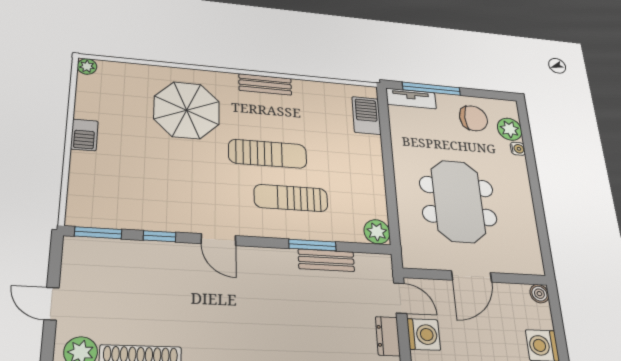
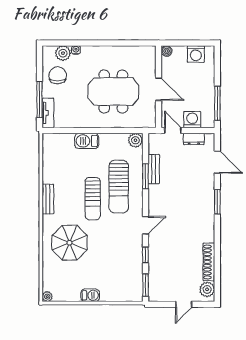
barbecue: (366, 116) -> (87, 141), moved
sun lounger: (268, 154) -> (93, 199), turned 180
sun lounger: (291, 198) -> (119, 187), width x1.36, depth x1.34
door: (400, 298) -> (173, 131), hinge flipped

